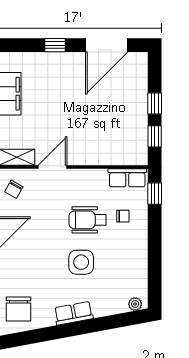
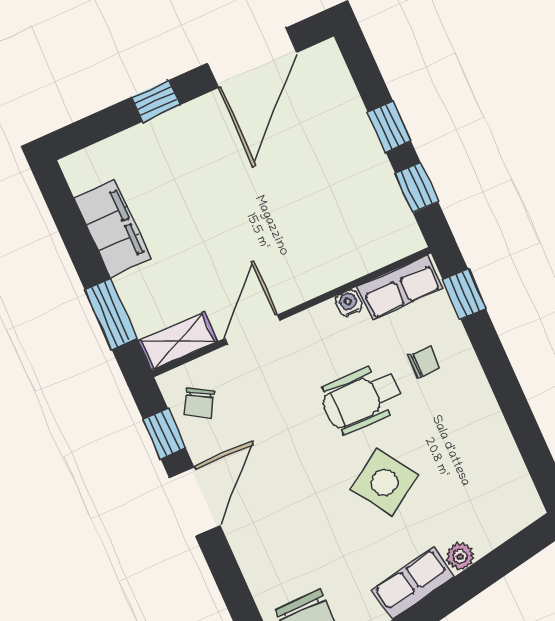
water cooler: (101, 175) -> (349, 303), added
side table: (81, 262) -> (385, 482), turned -34
plant: (135, 304) -> (460, 556), moved

